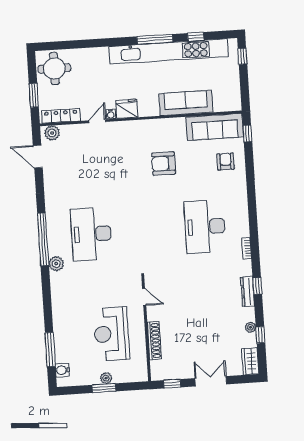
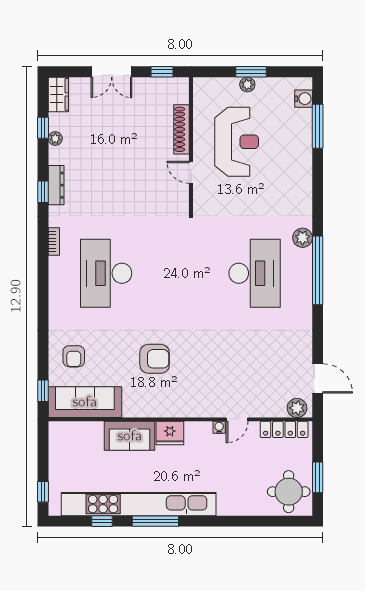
window: (34, 95) -> (318, 477), moved
sofa: (186, 103) -> (130, 436), width x0.73
fridge: (127, 109) -> (170, 433), moved
desk: (205, 227) -> (106, 273), turned 180
door: (144, 297) -> (191, 172), moved

